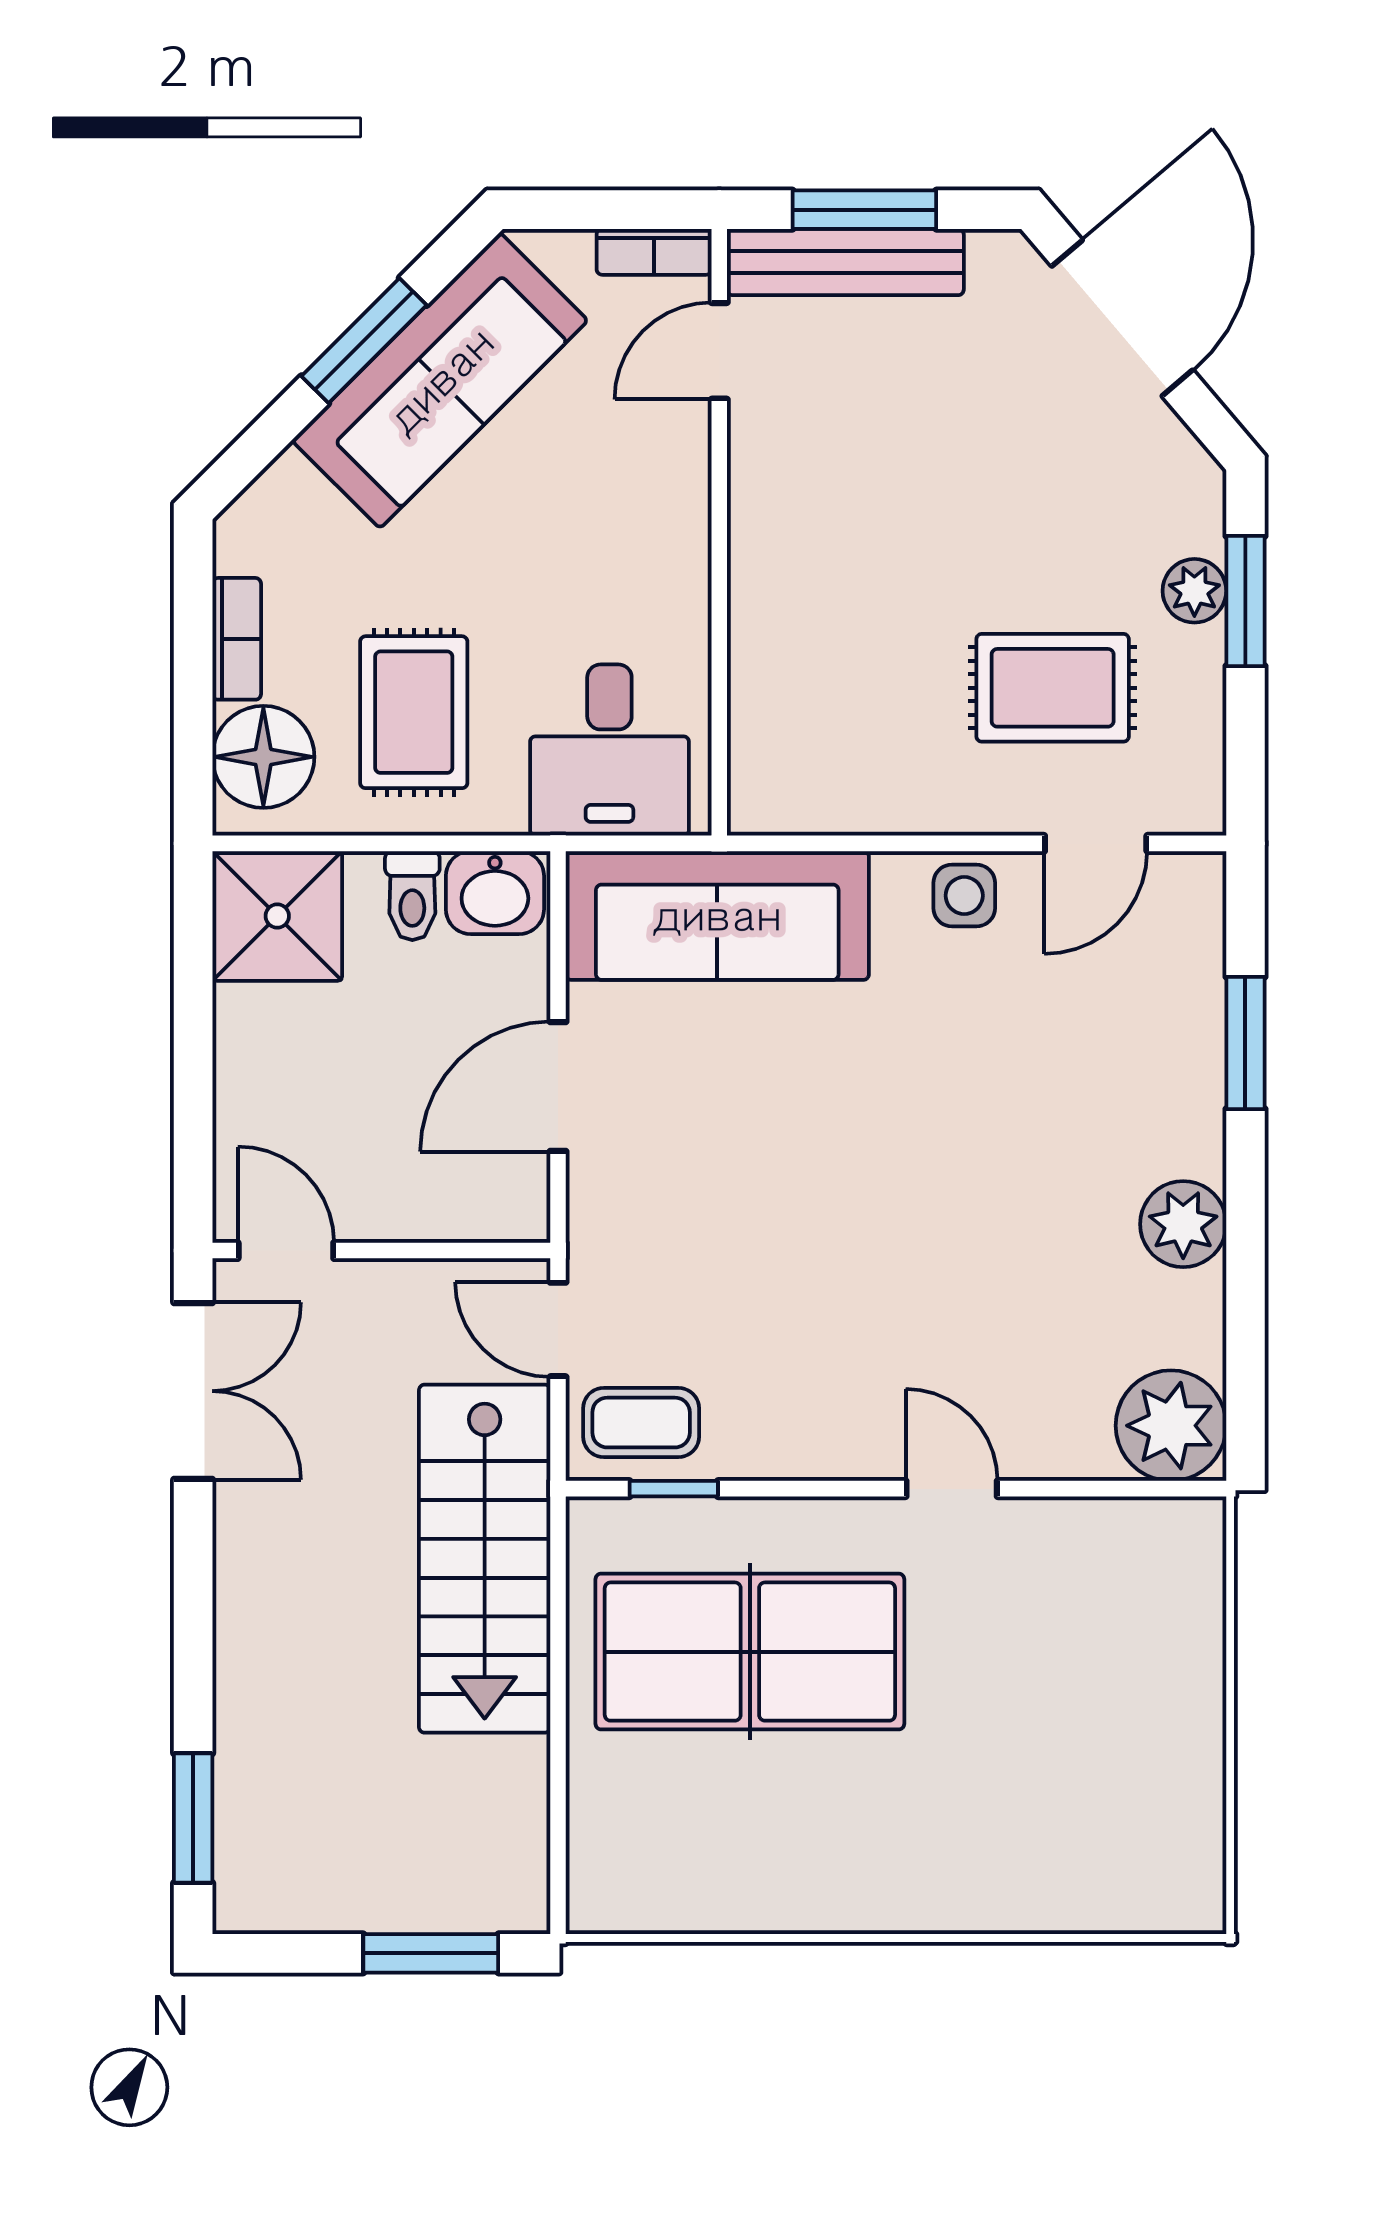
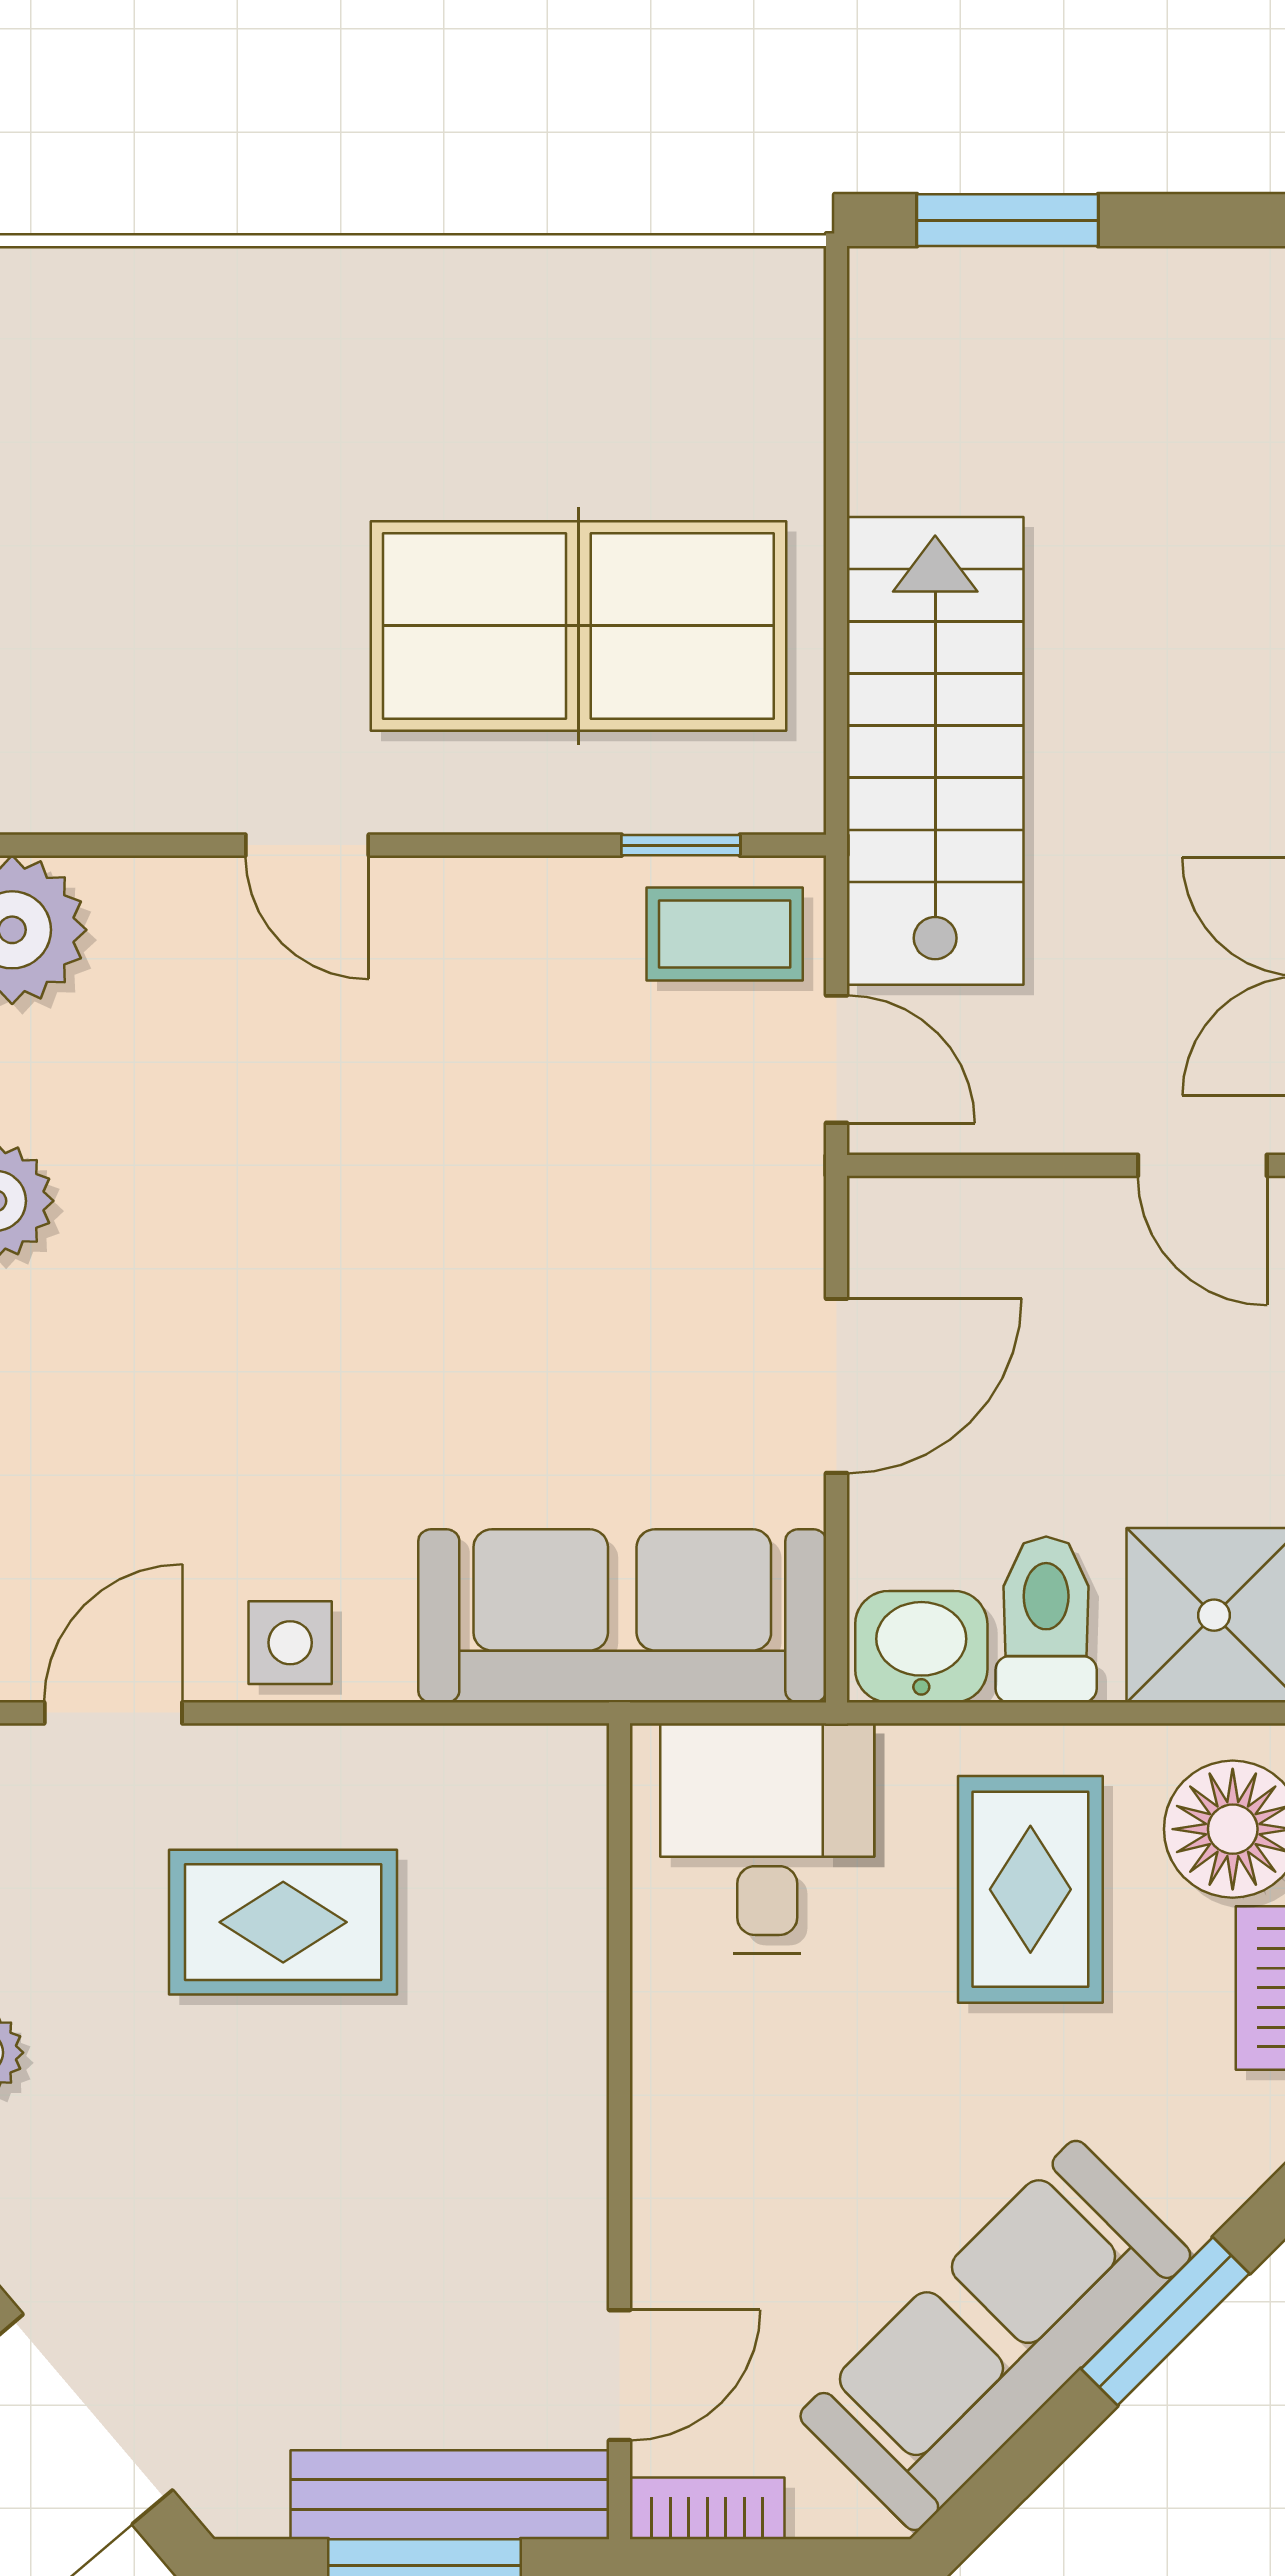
window: (364, 341) -> (1165, 2321), moved
rug: (1053, 688) -> (283, 1922), moved
toilet: (412, 896) -> (1046, 1619), width x1.37, depth x1.39

